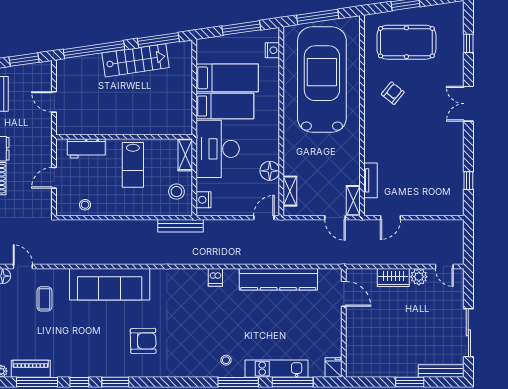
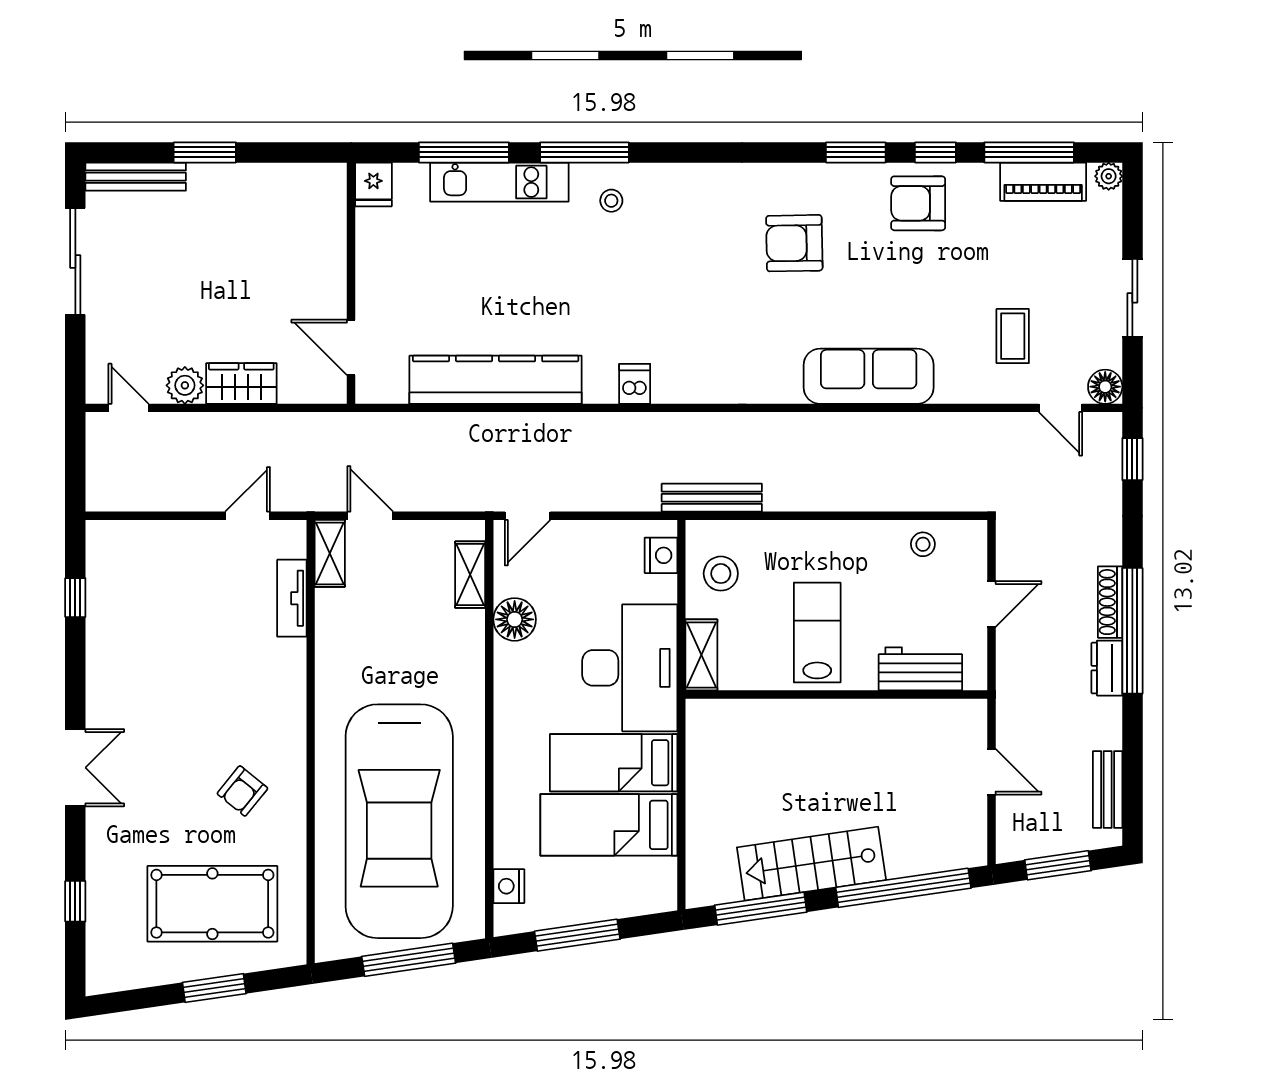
sofa: (110, 284) -> (869, 376), width x0.74, depth x0.79
armchair: (87, 359) -> (918, 203), added

